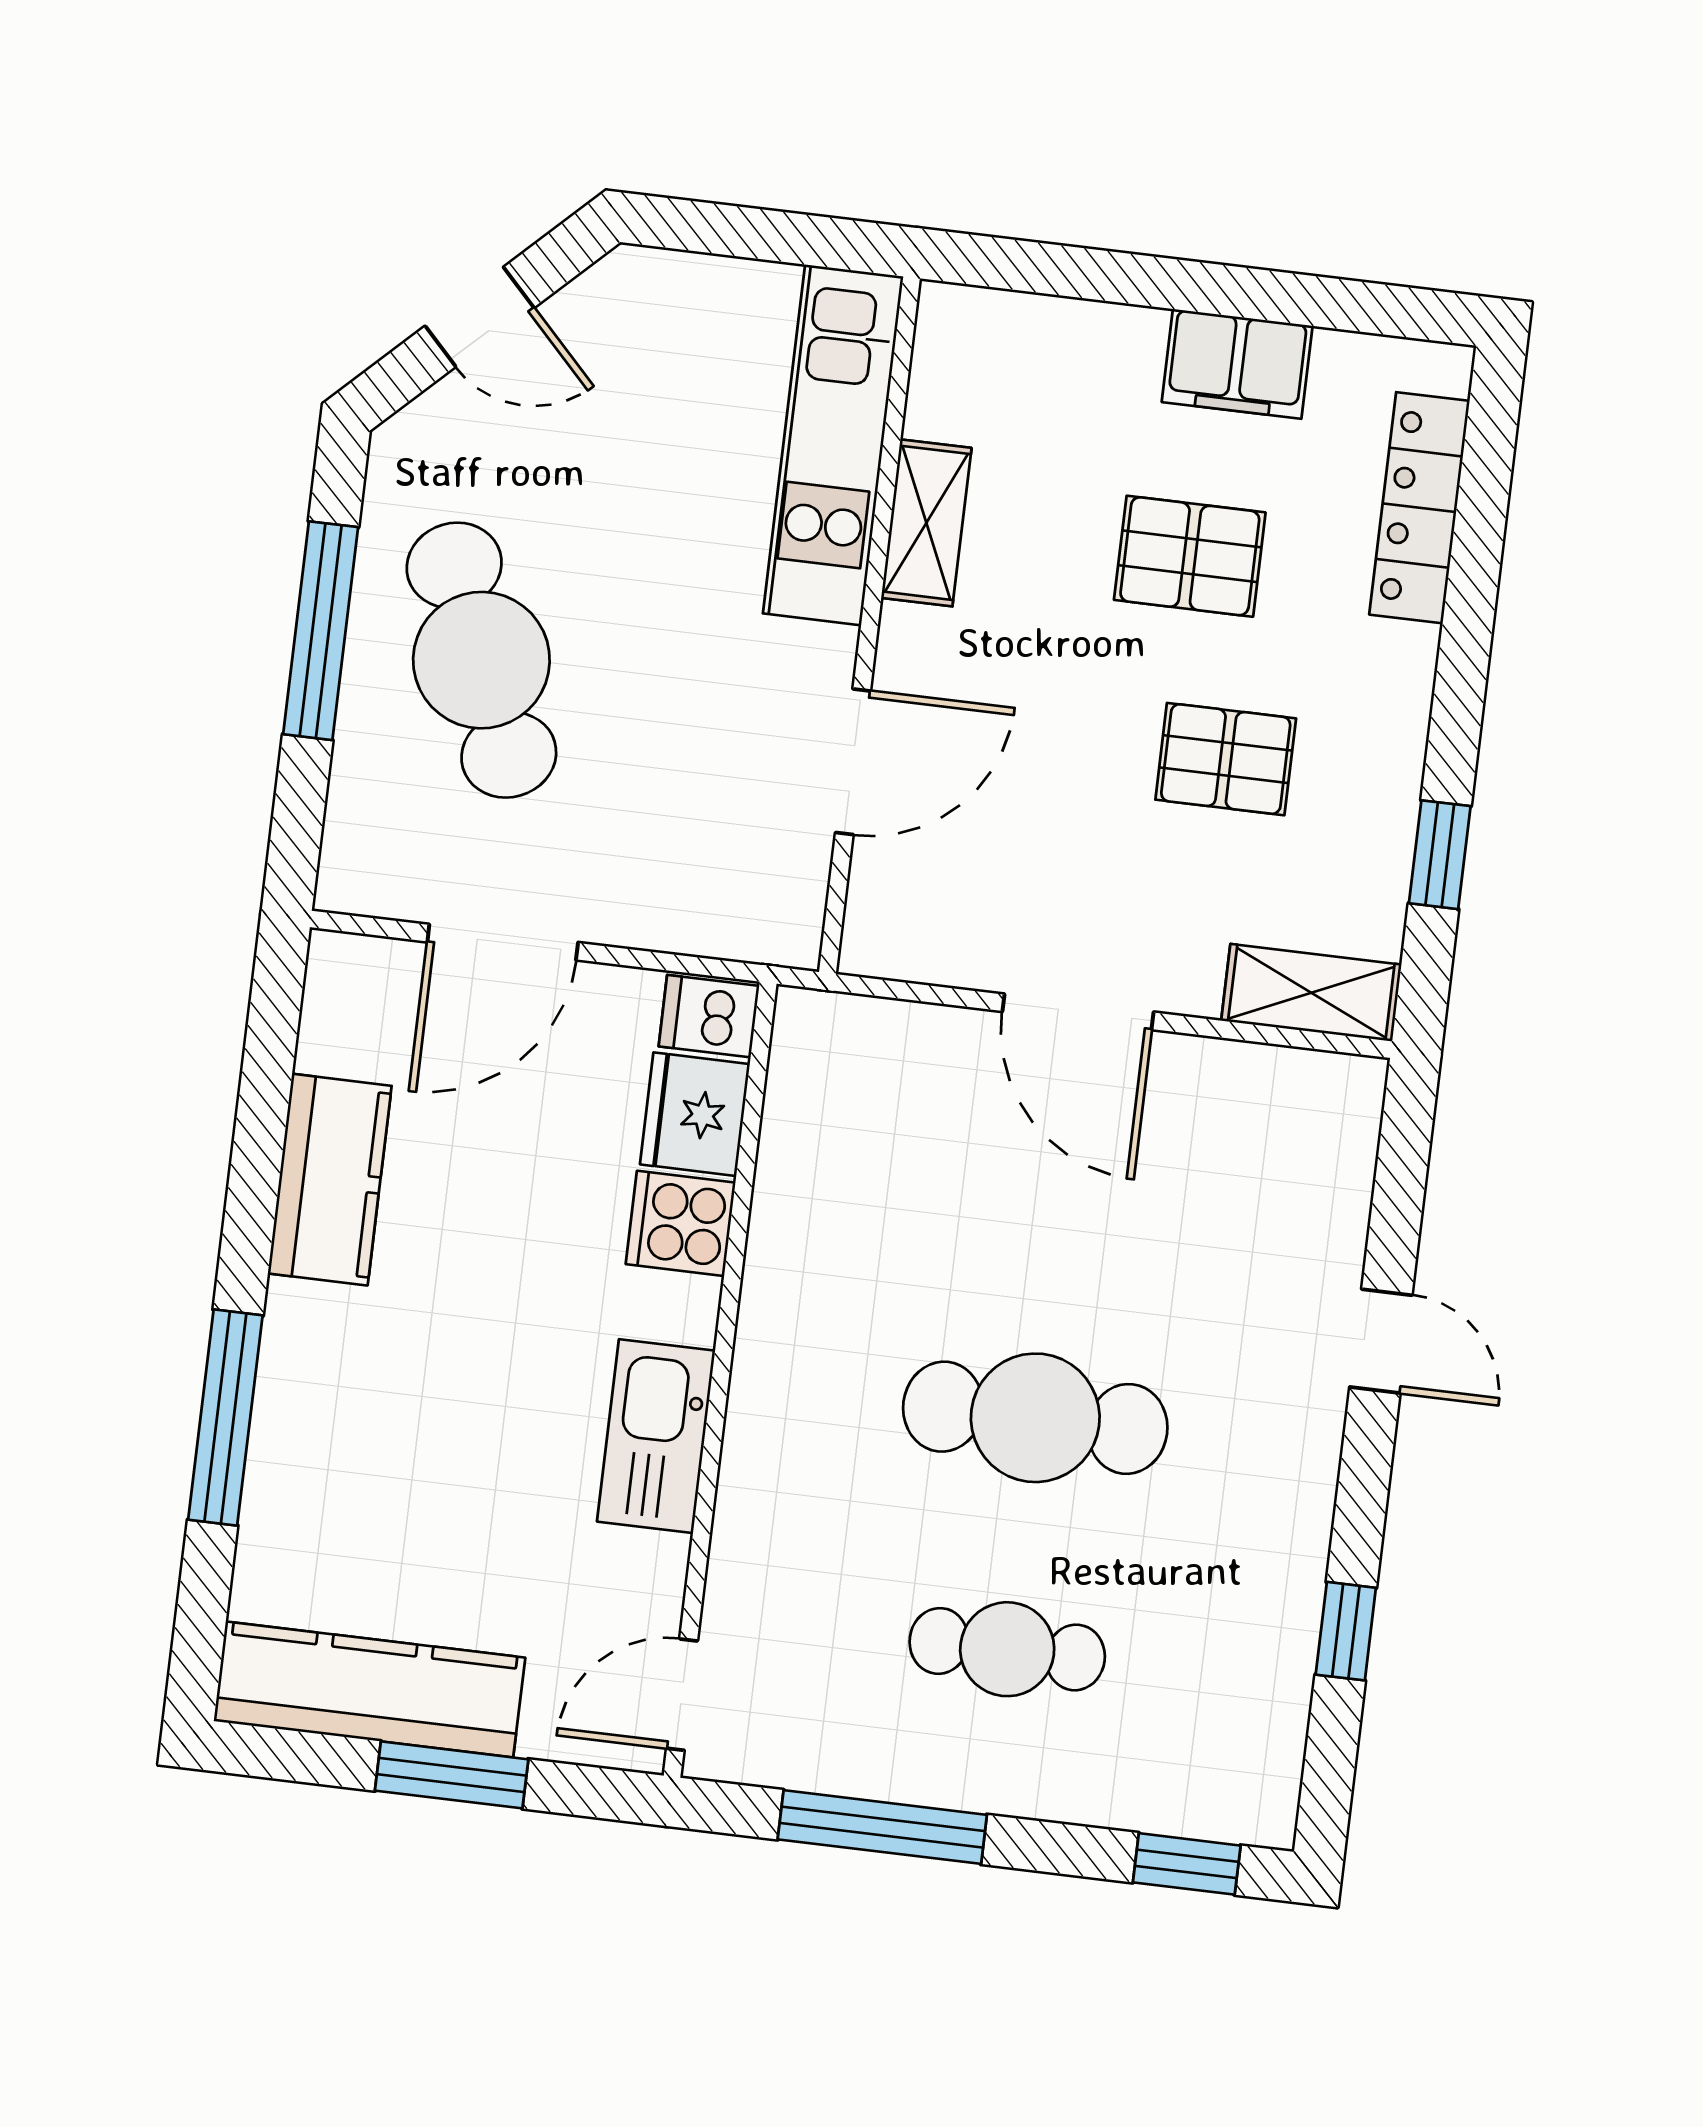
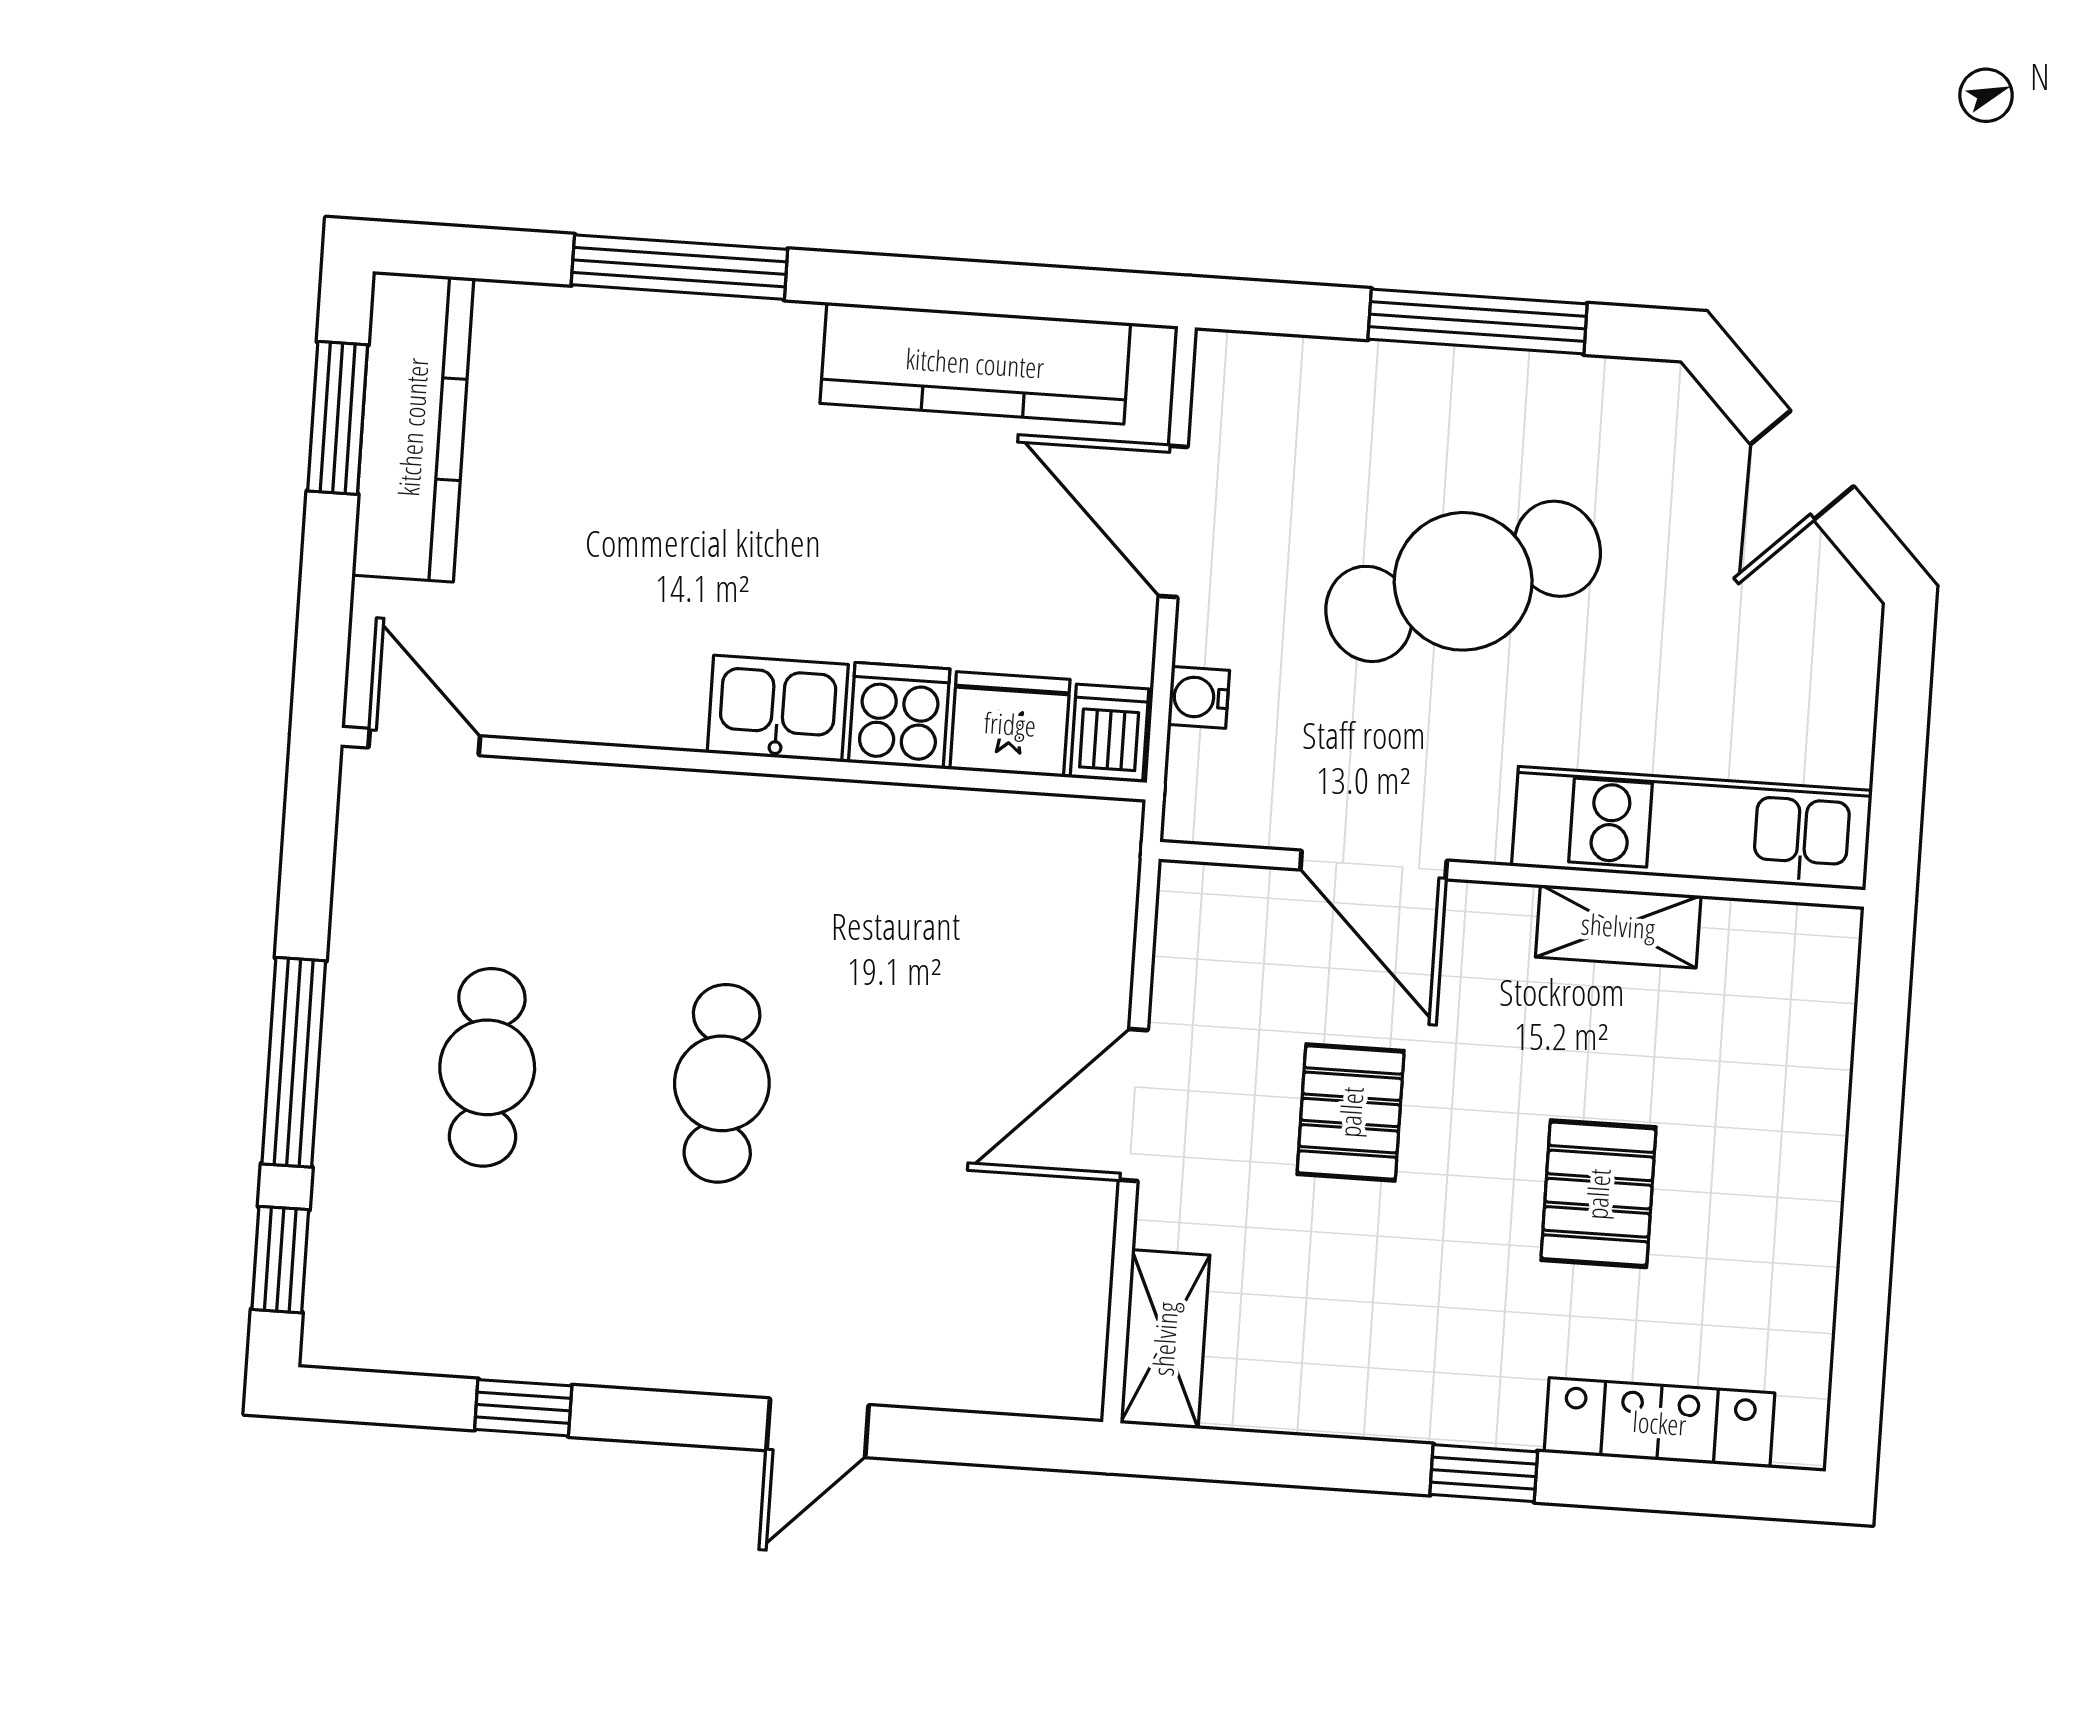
filing cabinet: (1237, 364) -> (1795, 1231), removed
cafe table: (481, 660) -> (1463, 581), moved
pallet: (1226, 759) -> (1351, 1112), moved
window: (1440, 855) -> (1484, 1473), moved
water cooler: (678, 926) -> (1199, 697), added
kitchen counter: (330, 1180) -> (975, 363), width x1.50
cafe table: (1035, 1418) -> (722, 1083), width x0.73, depth x0.74
kitchen sink: (656, 1436) -> (778, 709), moved, width x0.73
window: (452, 1775) -> (338, 418), moved
window: (882, 1827) -> (294, 1062), moved

